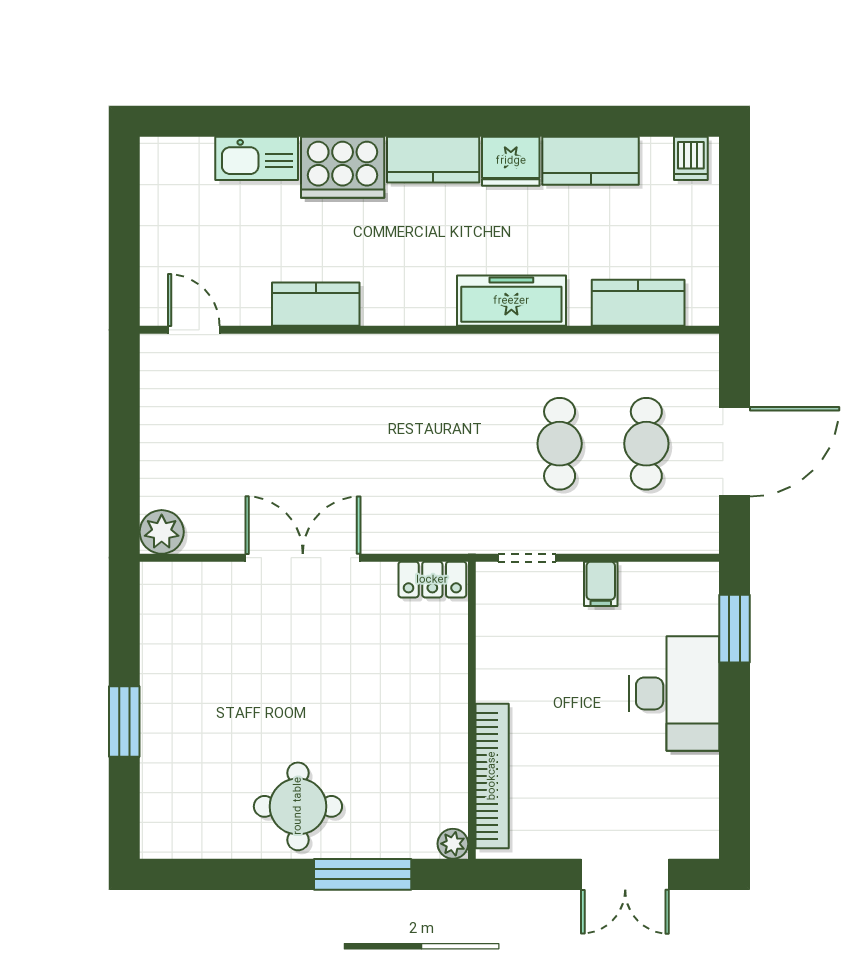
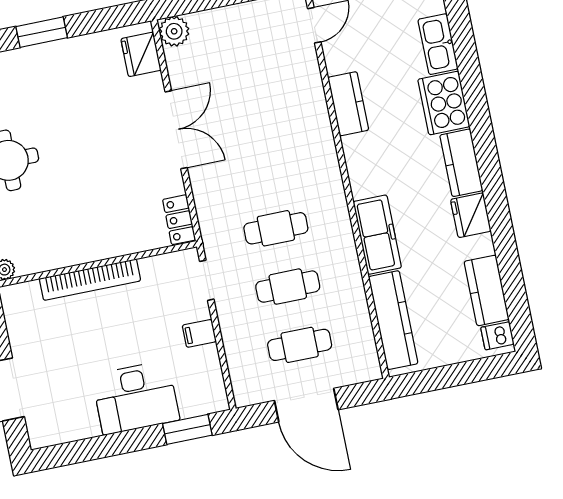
kitchen counter: (591, 161) -> (487, 290), moved
kitchen counter: (638, 303) -> (393, 320), width x1.50
cafe table: (473, 444) -> (276, 228), added
fridge: (185, 586) -> (141, 54), added
bookcase: (492, 776) -> (90, 280), moved

